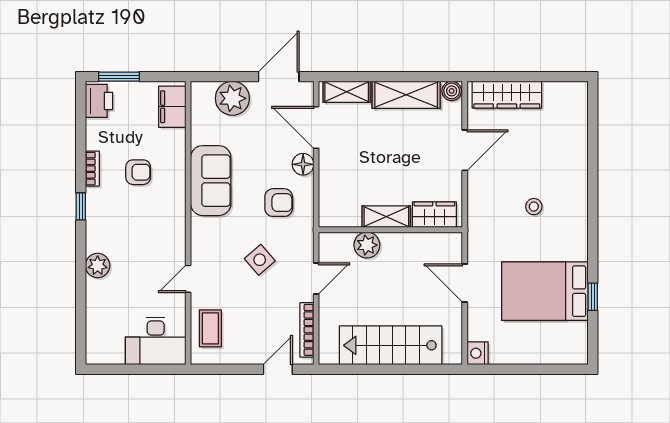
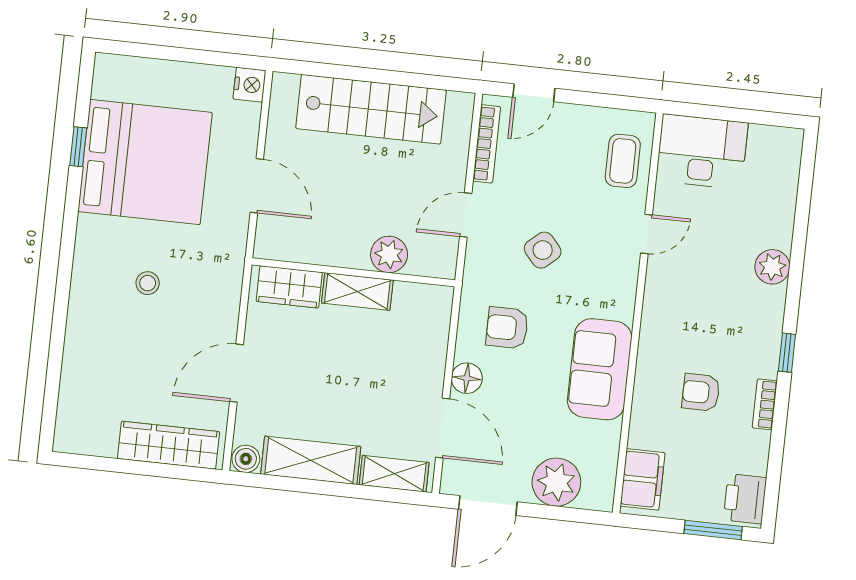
bed: (545, 291) -> (145, 162), width x1.36

